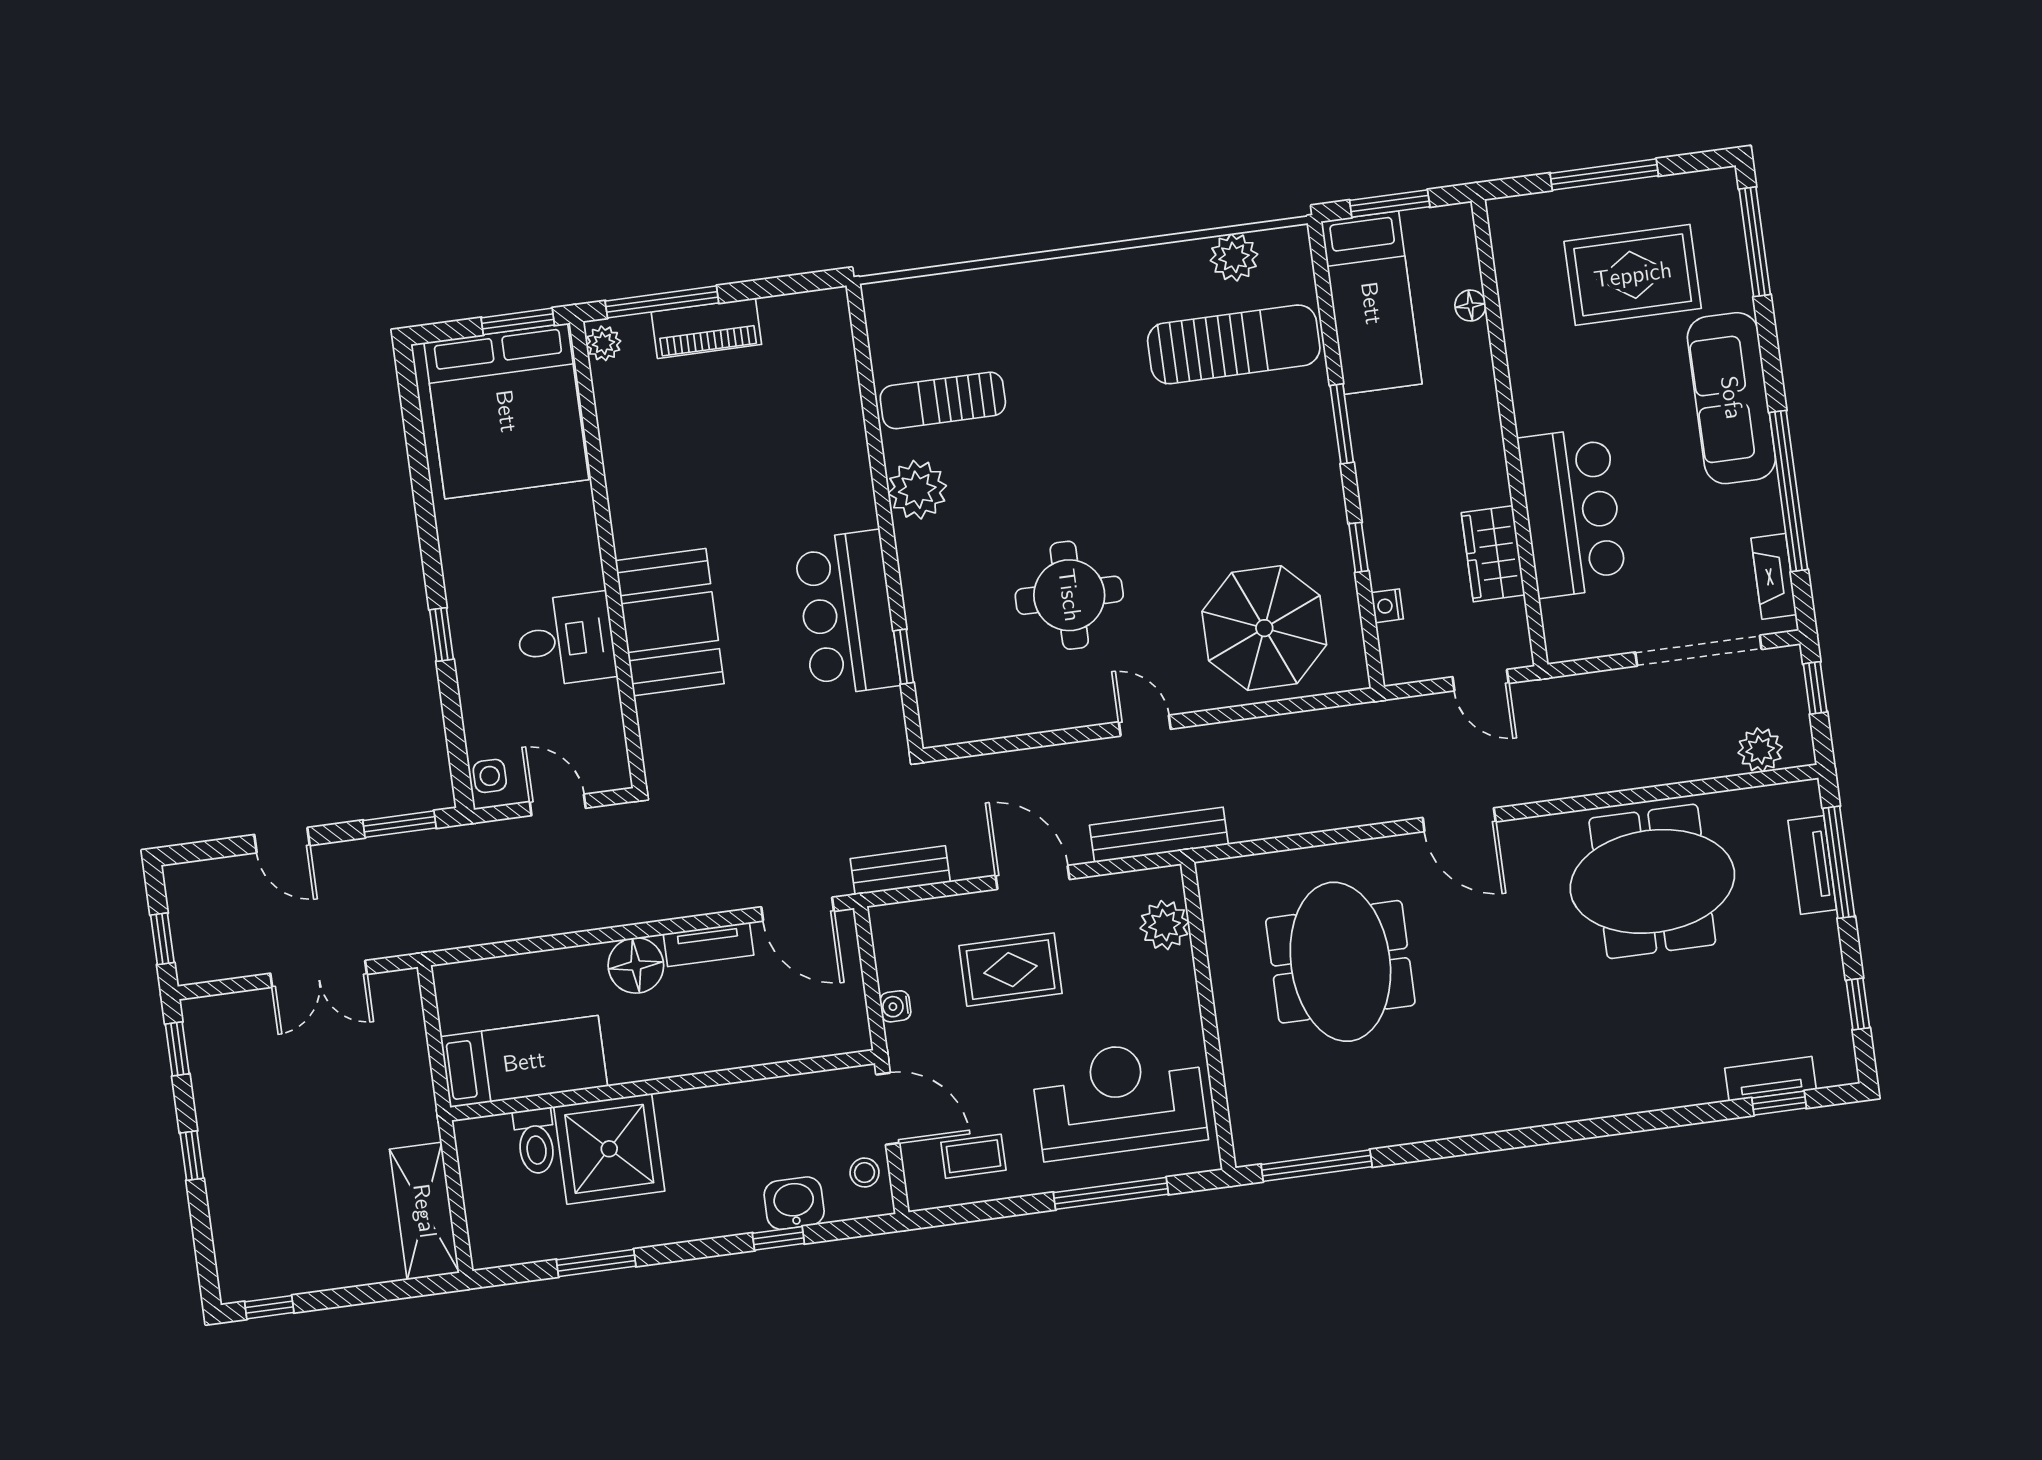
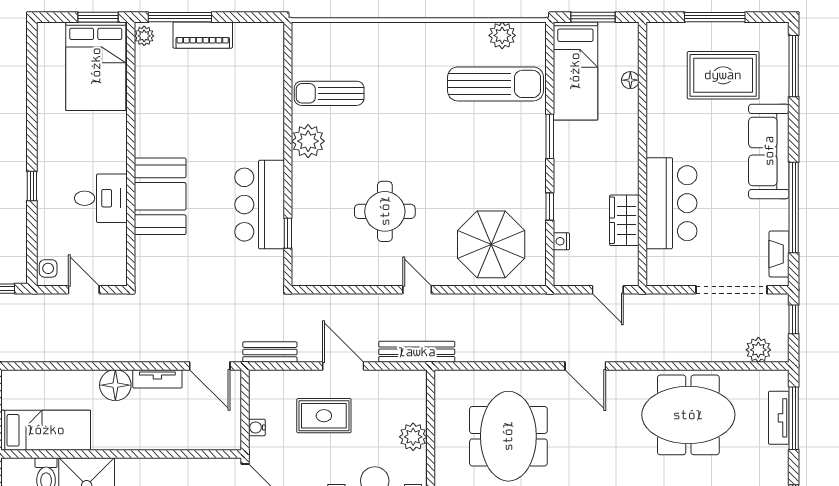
bed: (506, 411) -> (96, 66), width x0.73
plant: (1165, 925) -> (413, 437), moved

